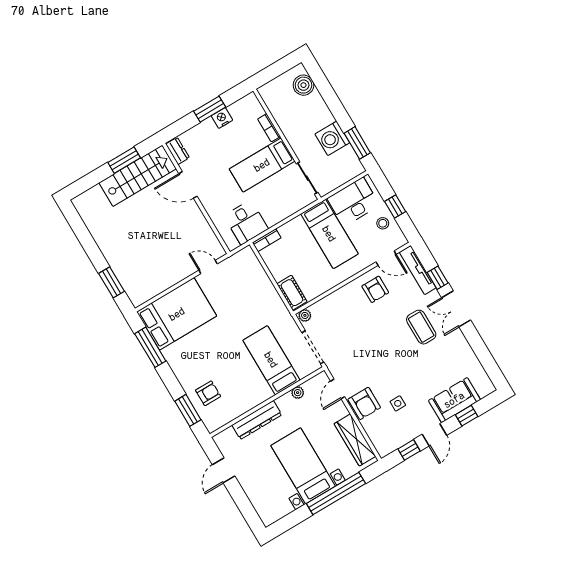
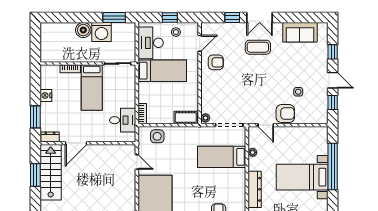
boiler: (303, 85) -> (83, 30), moved
window: (210, 109) -> (35, 117), moved
door: (208, 267) -> (137, 162), swing flipped
tv unit: (418, 270) -> (220, 27), removed
side table: (251, 273) -> (157, 136), added
sofa: (454, 400) -> (300, 32), moved, turned -90
wardrobe: (355, 440) -> (305, 134), removed

